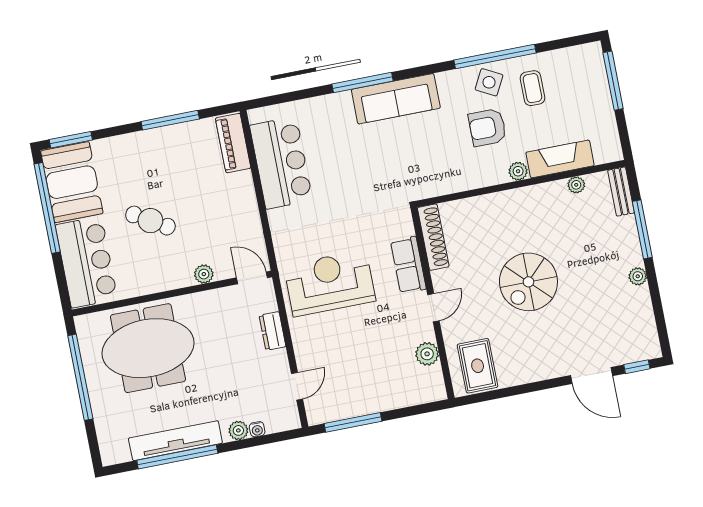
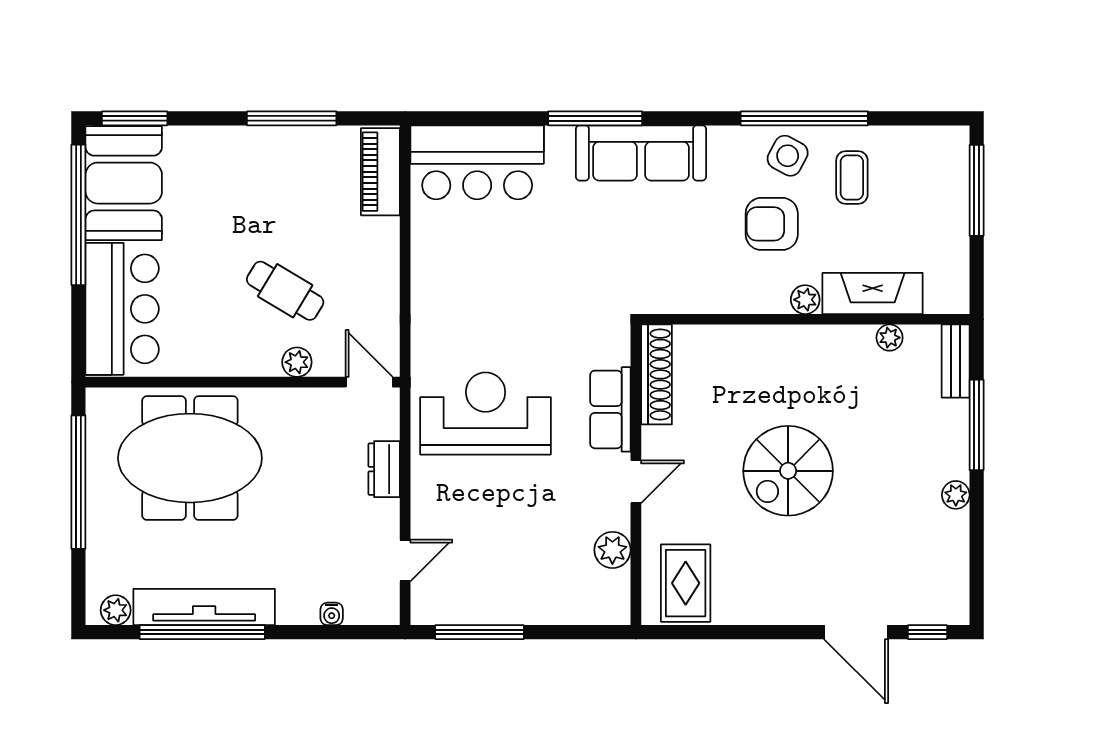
bar counter: (281, 163) -> (477, 162), moved, turned 90
cafe table: (150, 221) -> (285, 291), moved
plant: (238, 430) -> (116, 610), moved

